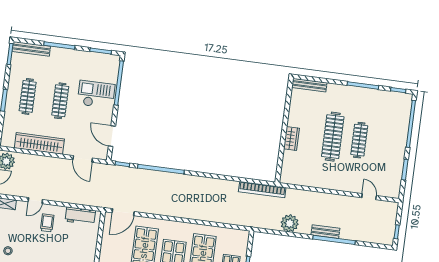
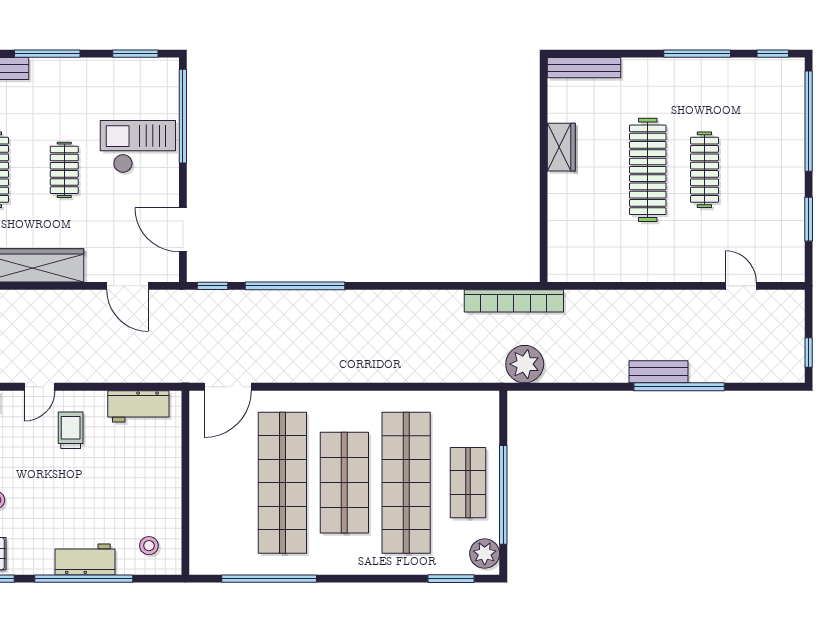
clothes rail: (60, 101) -> (64, 170), width x0.73
wardrobe: (291, 138) -> (561, 147), moved
plant: (290, 223) -> (525, 364), moved

